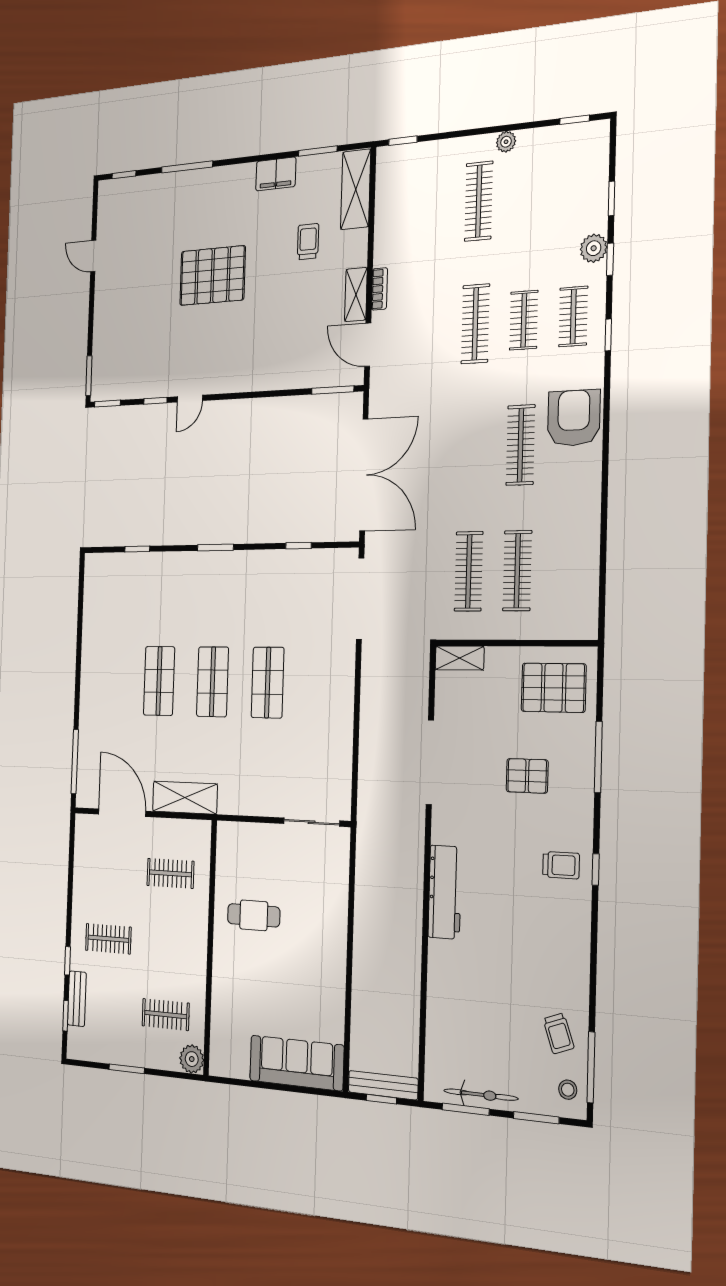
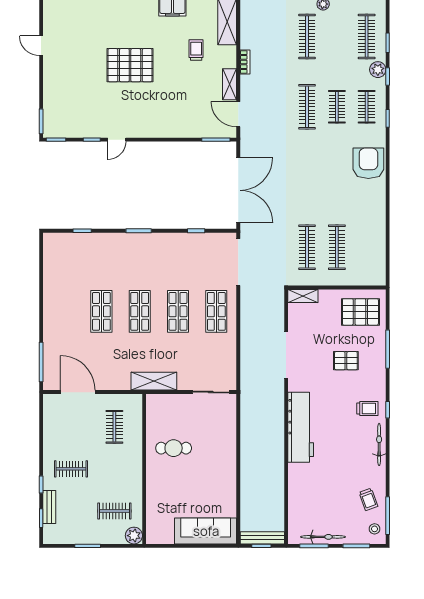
bookcase: (379, 289) -> (245, 62), moved
clothes rail: (520, 445) -> (367, 37), moved
shop shelf: (324, 683) -> (216, 311), added
shelving: (185, 798) -> (154, 381), moved
clothes rail: (170, 873) -> (114, 427), turned 90
workbench: (445, 892) -> (301, 427), width x1.36, depth x1.32
bicycle: (579, 933) -> (379, 444), added

